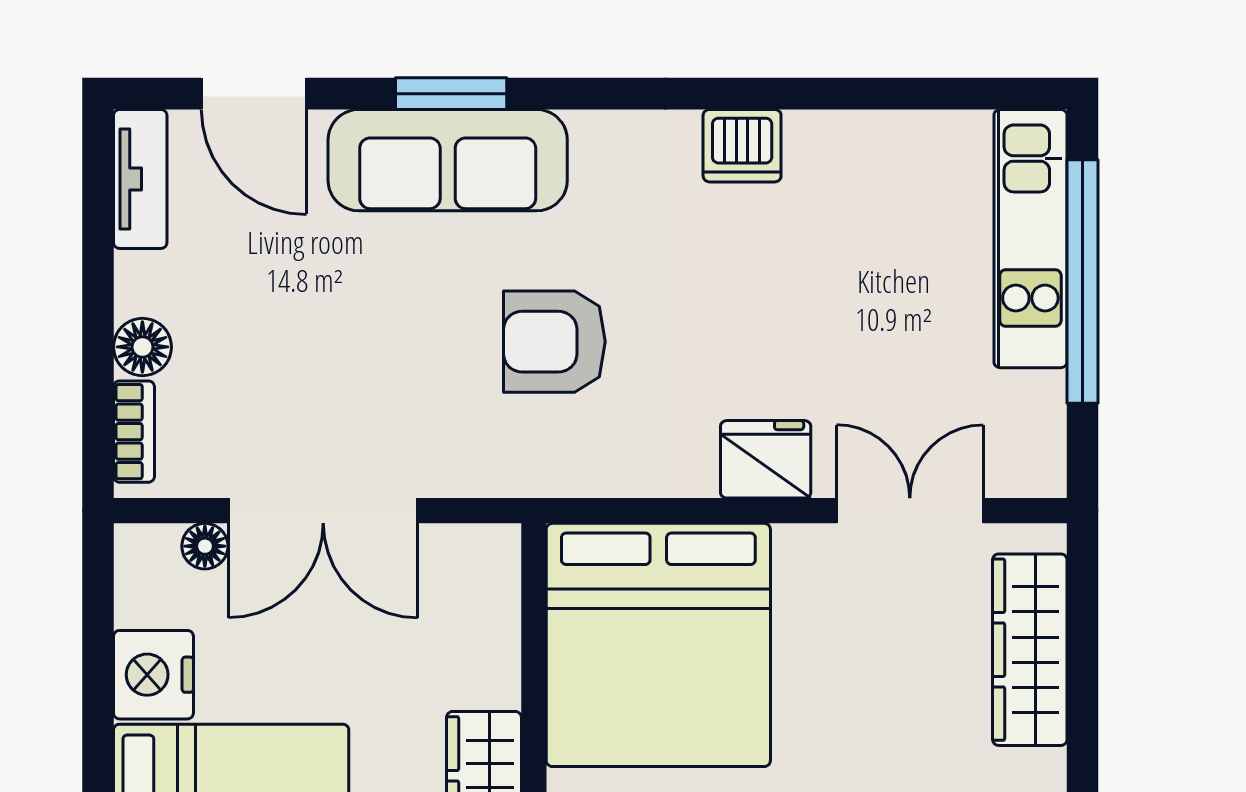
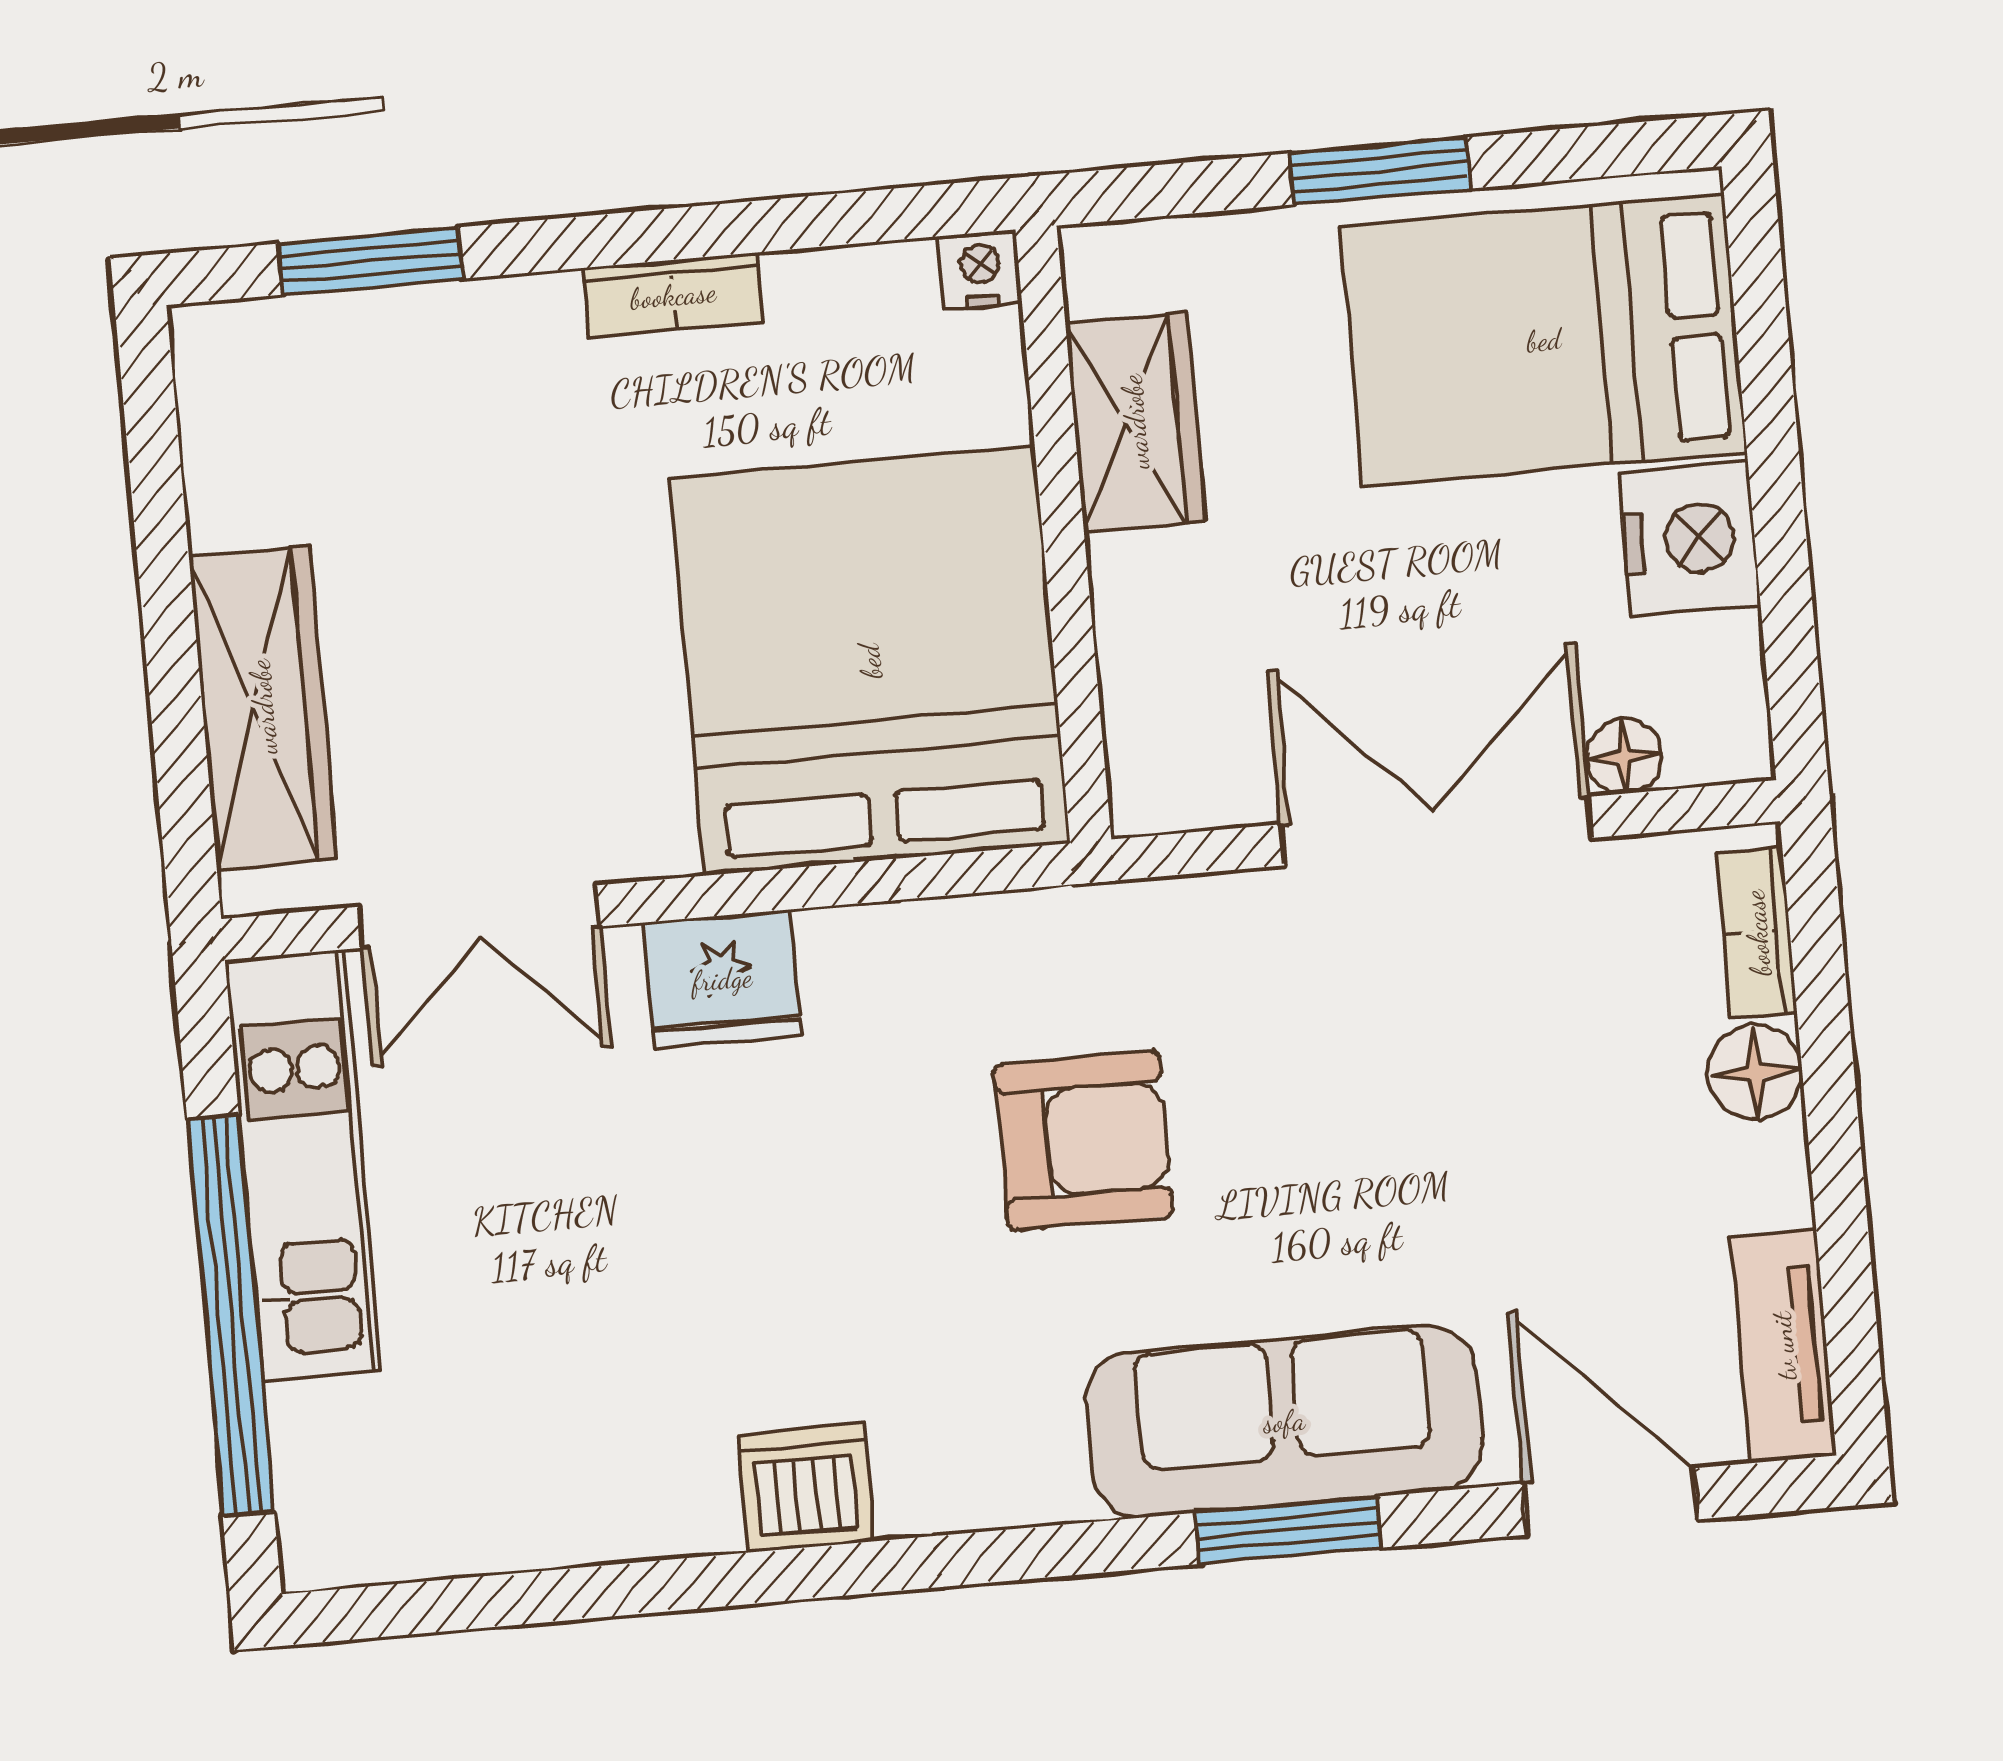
kitchen unit: (1030, 239) -> (303, 1165), moved

